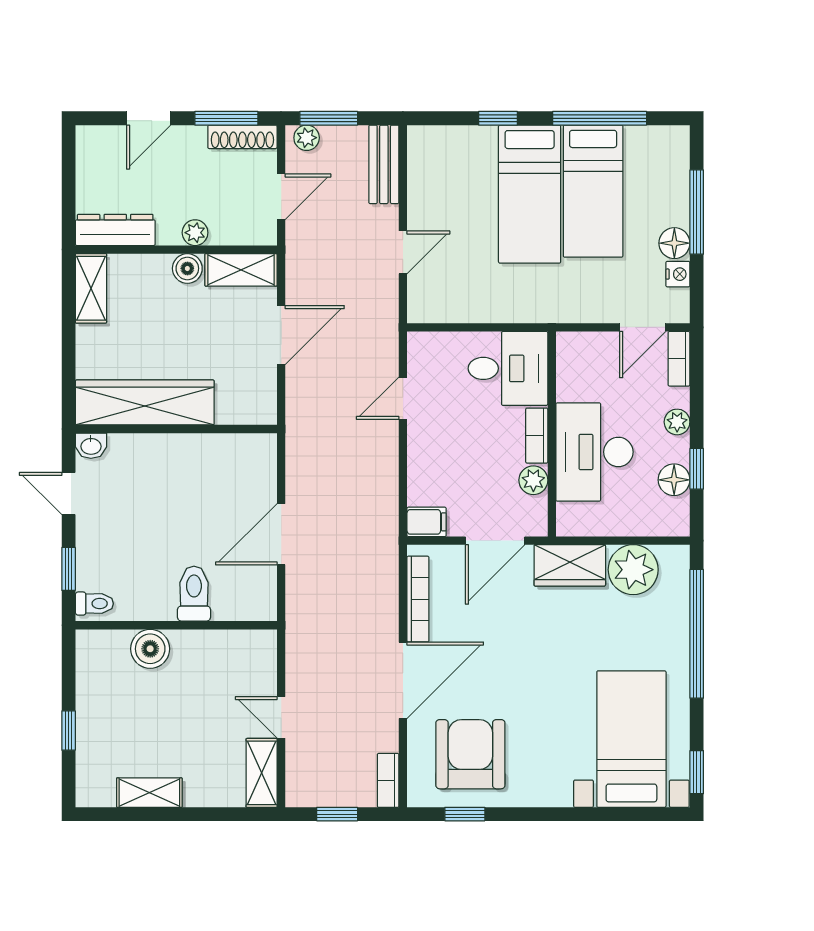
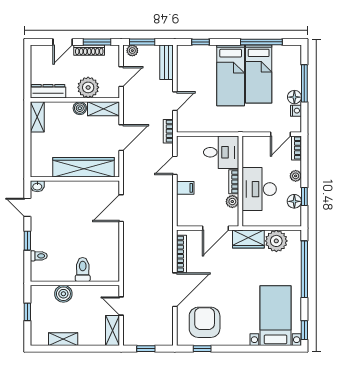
window: (498, 118) -> (200, 42), moved
shoe rack: (242, 137) -> (89, 50), moved
plant: (195, 233) -> (88, 87), width x1.87, depth x1.87
wardrobe: (145, 402) -> (84, 167), moved
filing cabinet: (427, 522) -> (185, 188), moved
door: (281, 534) -> (121, 208), moved
toilet: (194, 594) -> (83, 269), moved
wall: (176, 625) -> (75, 283), moved
boiler: (150, 649) -> (63, 294), moved
bookcase: (388, 780) -> (168, 131), moved

